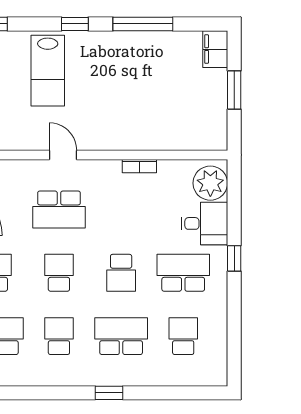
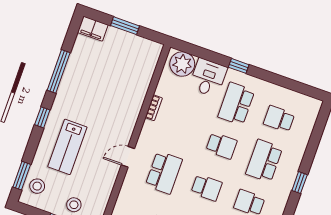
lab bench: (48, 71) -> (67, 147), turned 90
school desk: (59, 273) -> (207, 188), turned 180

